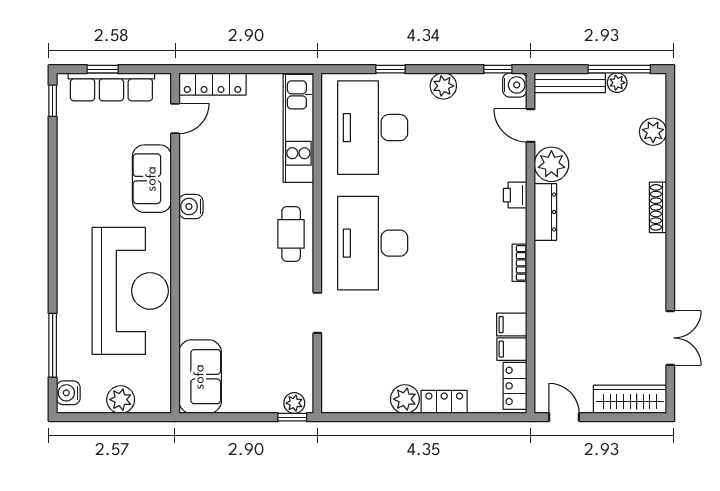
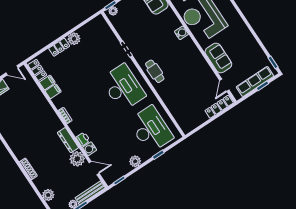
water cooler: (515, 85) -> (90, 149), moved
kitchen unit: (298, 128) -> (177, 111), removed
water cooler: (191, 207) -> (181, 33), moved

